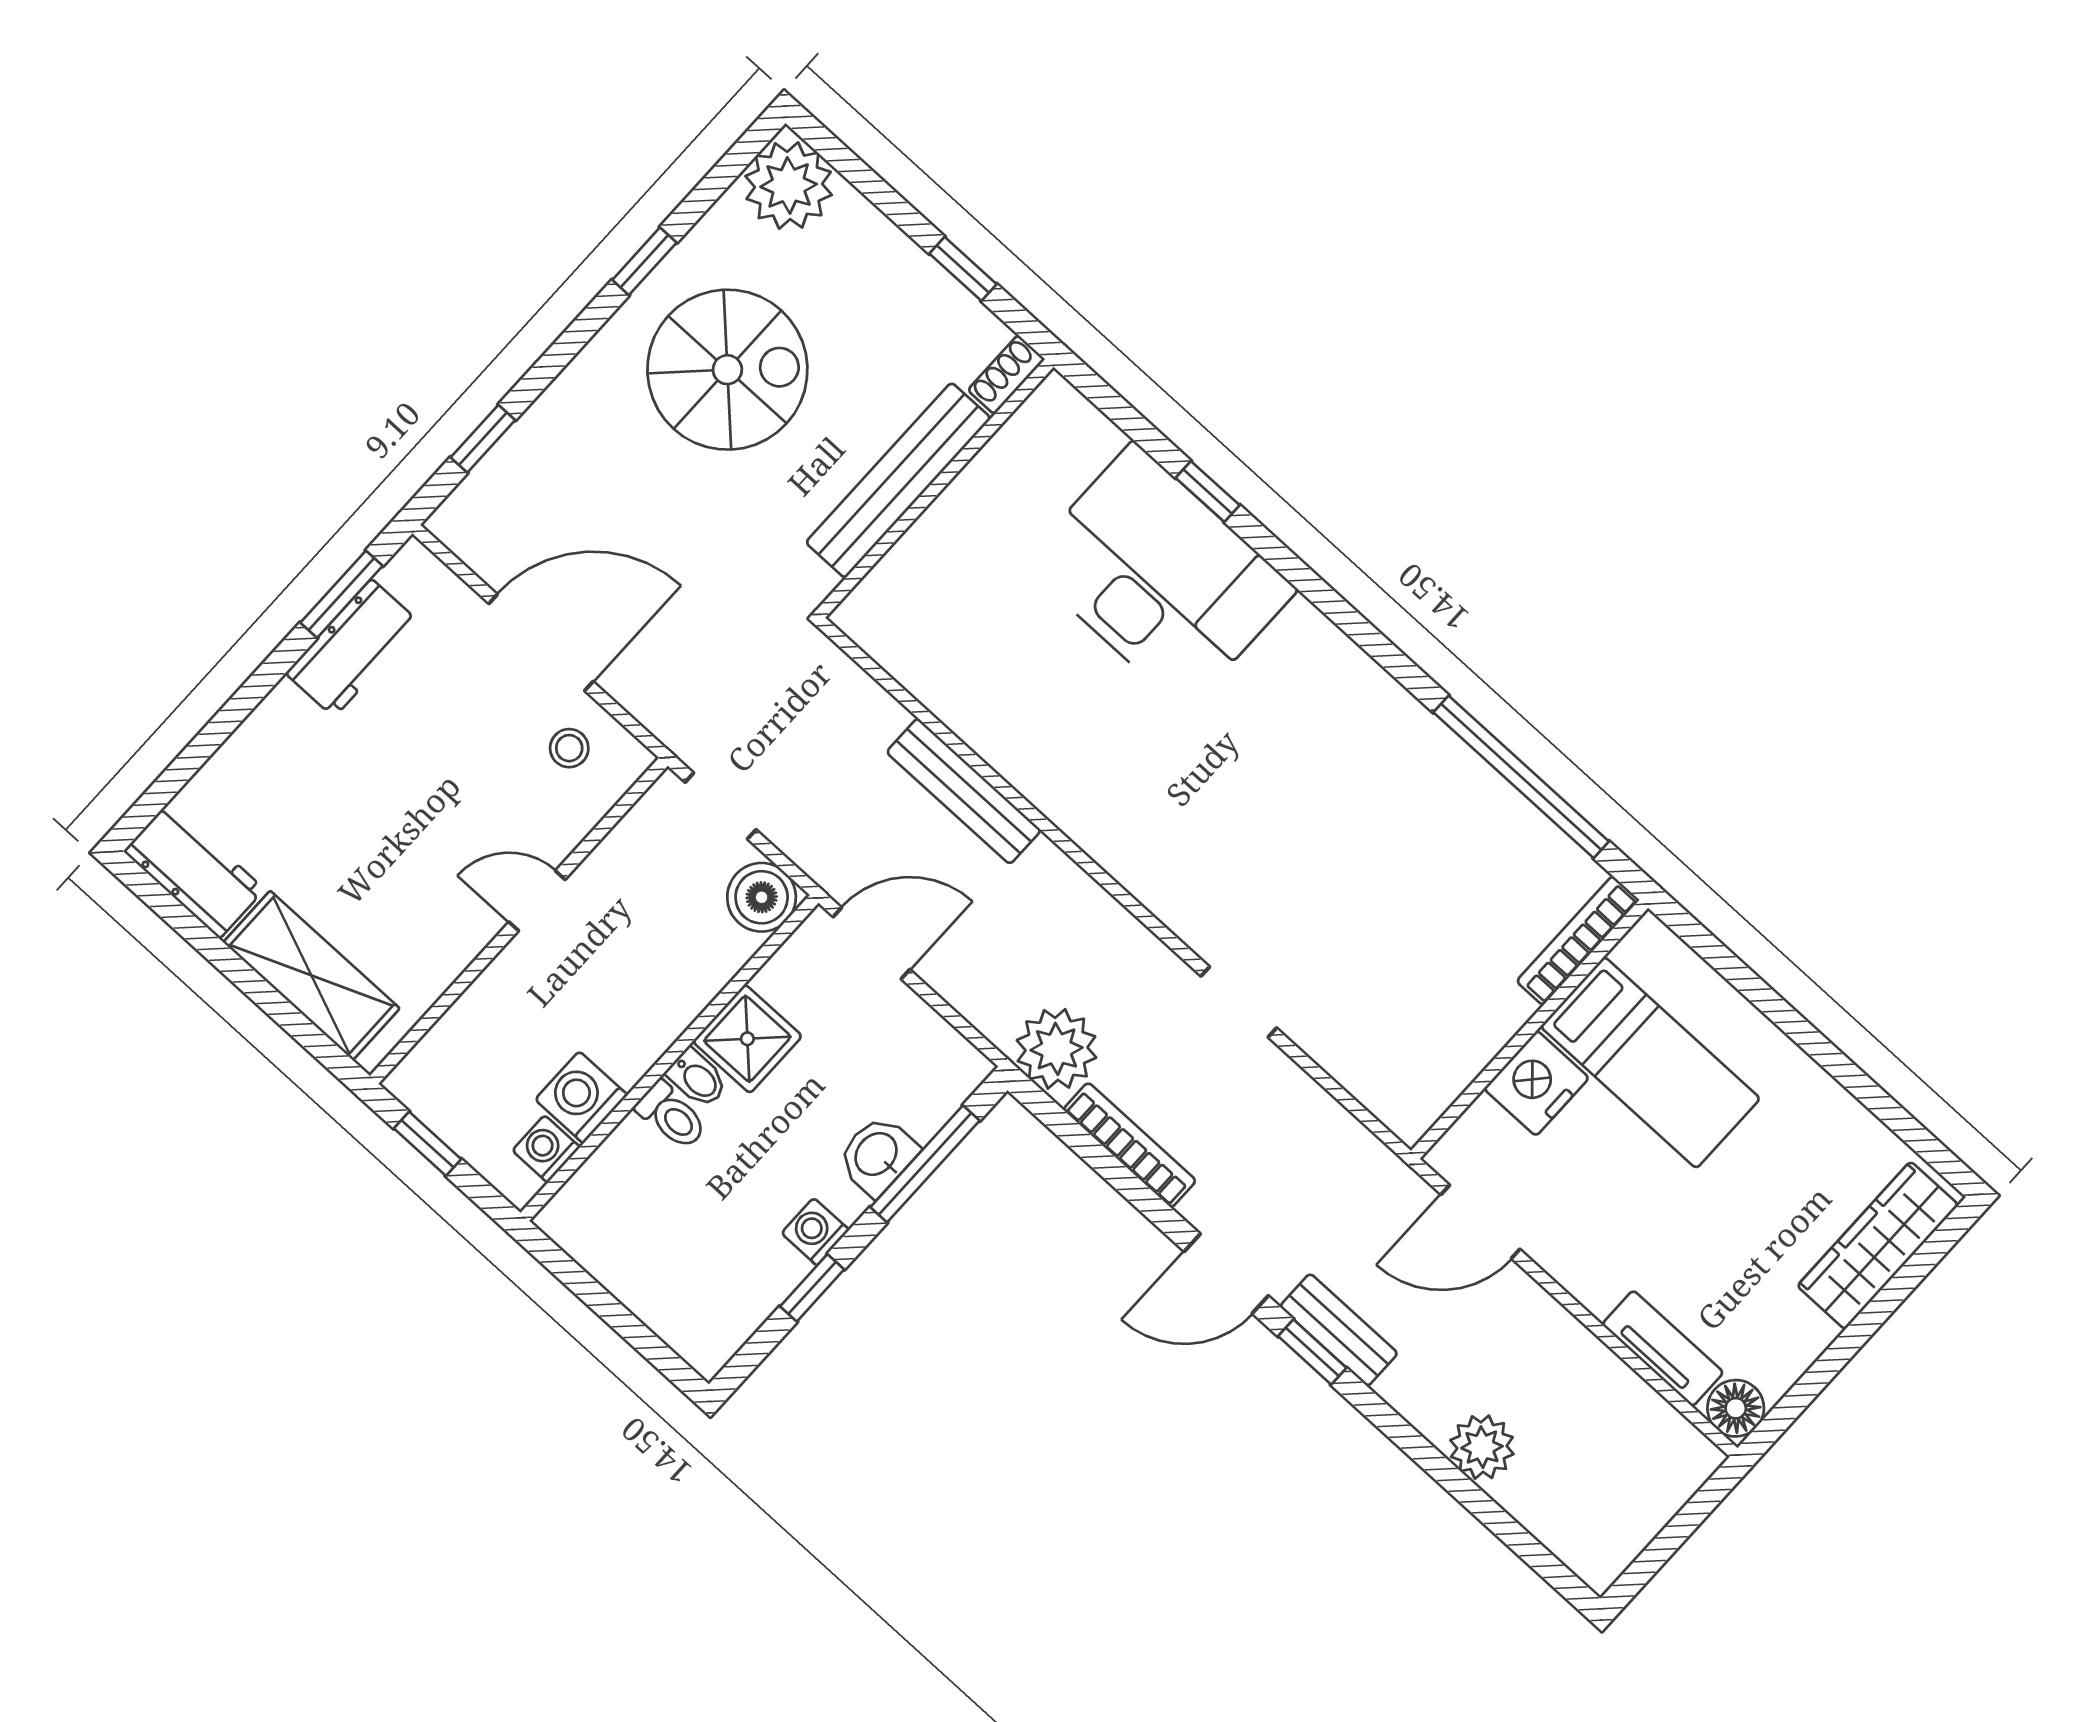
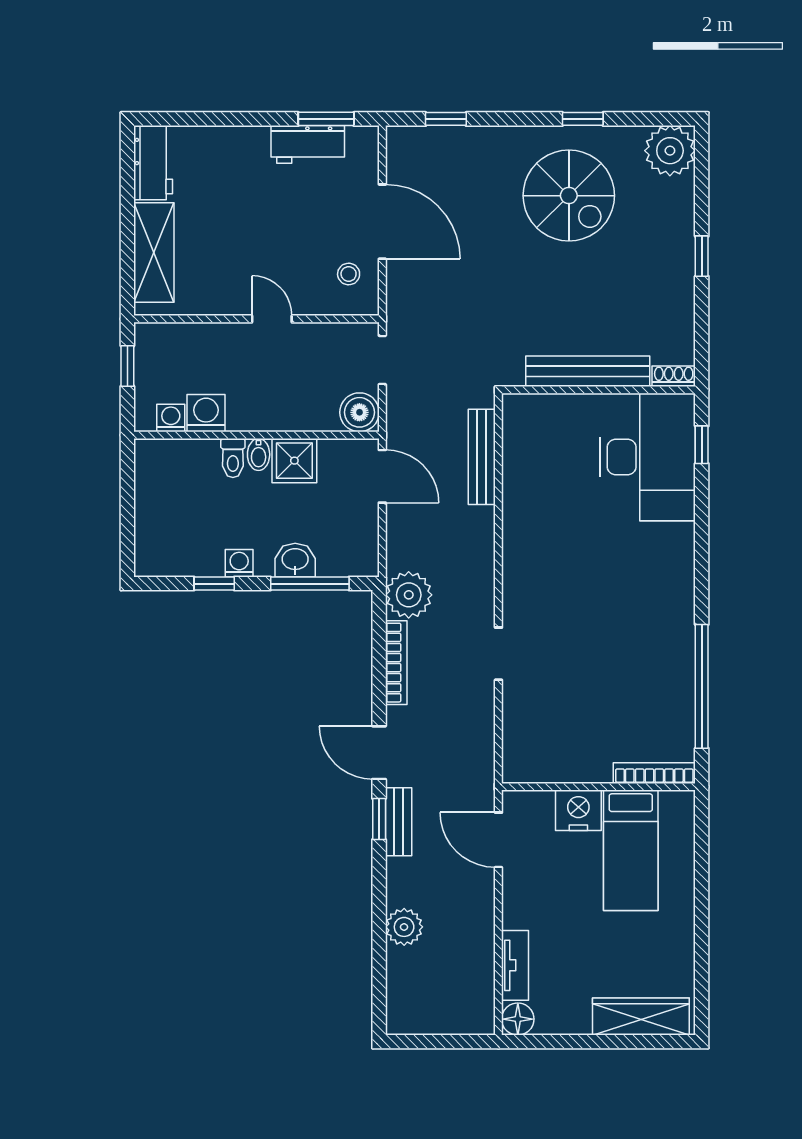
shoe rack: (1006, 375) -> (674, 376), moved
bench: (898, 480) -> (588, 371), moved
wall: (935, 488) -> (598, 390), moved

